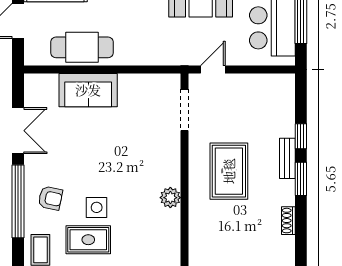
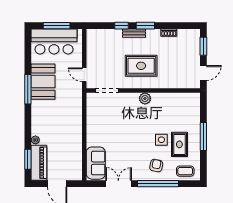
cafe table: (82, 47) -> (72, 148), removed
sofa: (88, 90) -> (96, 163), moved
plant: (170, 198) -> (145, 98), moved

